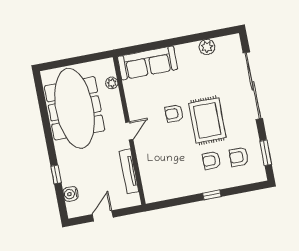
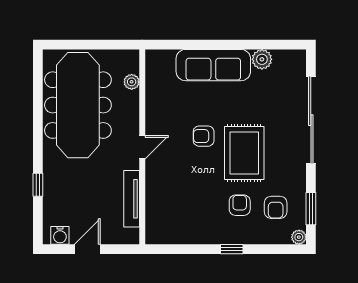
sofa: (148, 63) -> (213, 65), moved
armchair: (239, 157) -> (276, 207), turned -90
armchair: (211, 160) -> (240, 205), turned 90
plant: (261, 176) -> (299, 237), added
water cooler: (71, 194) -> (60, 235), moved, turned -90

